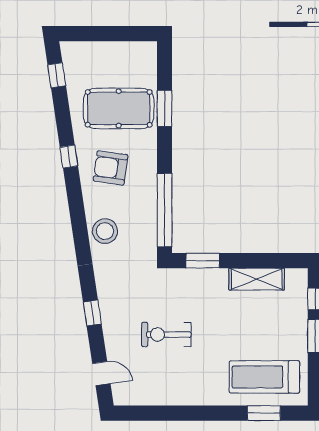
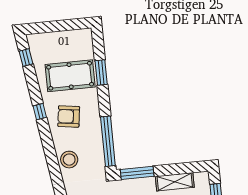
window: (203, 261) -> (137, 173), width x1.44

